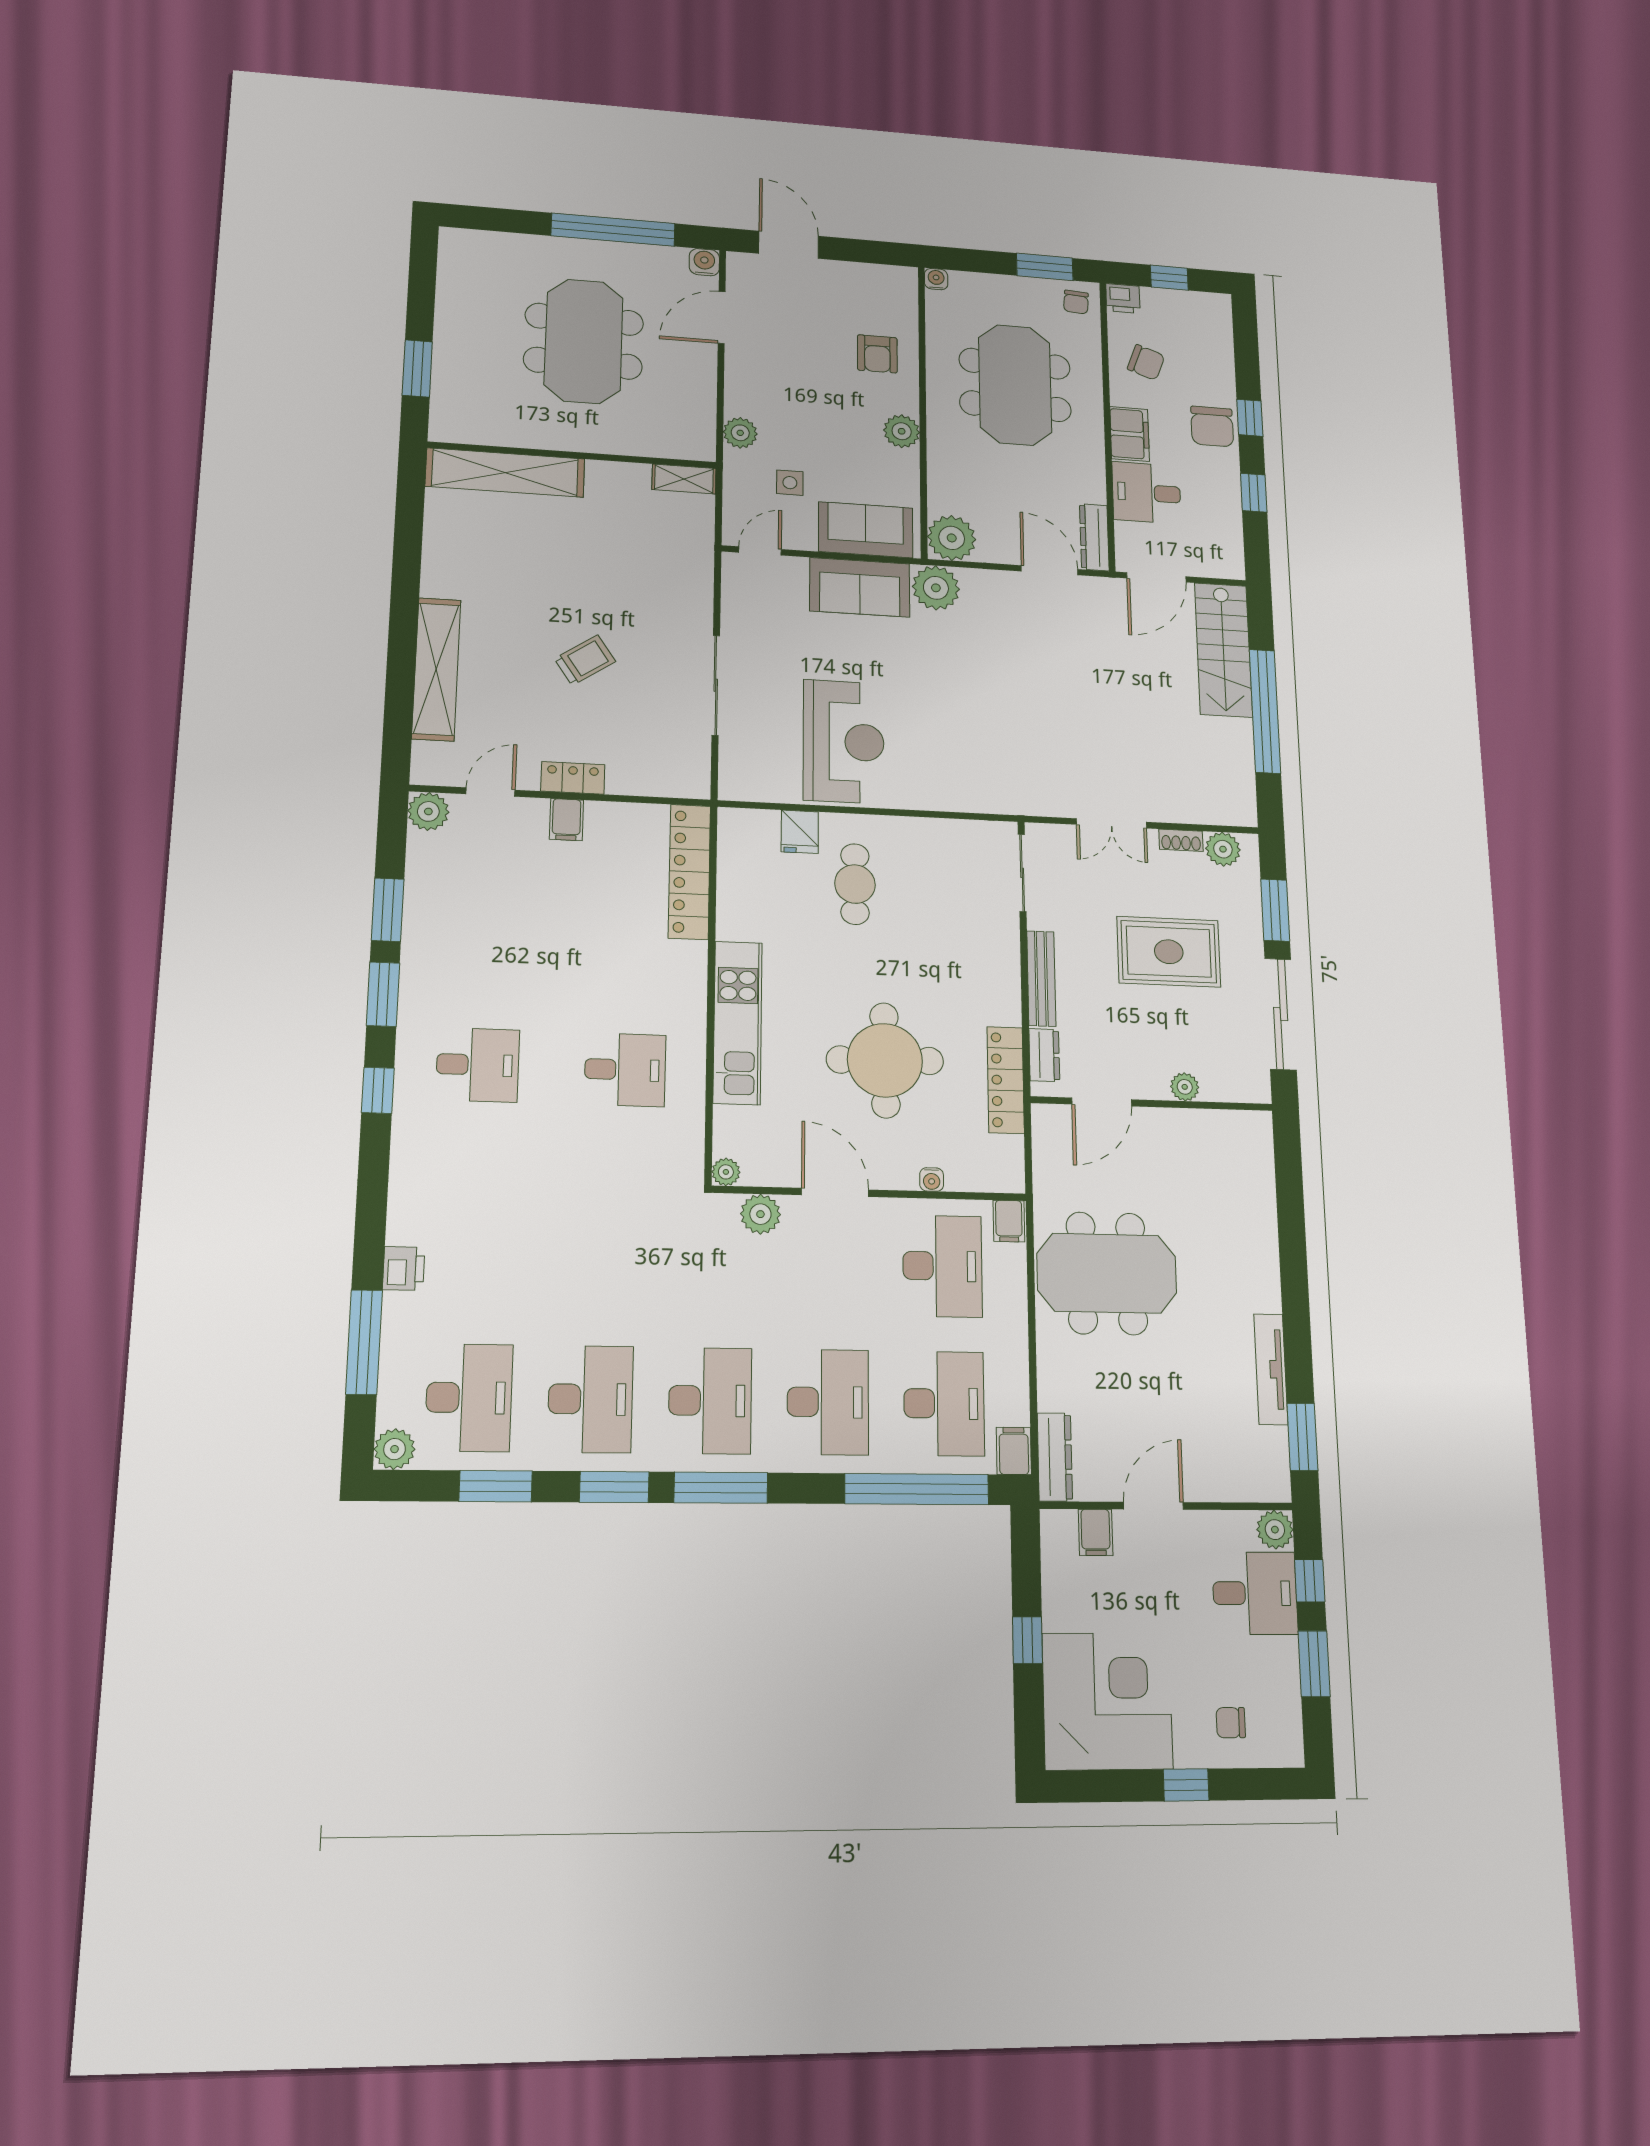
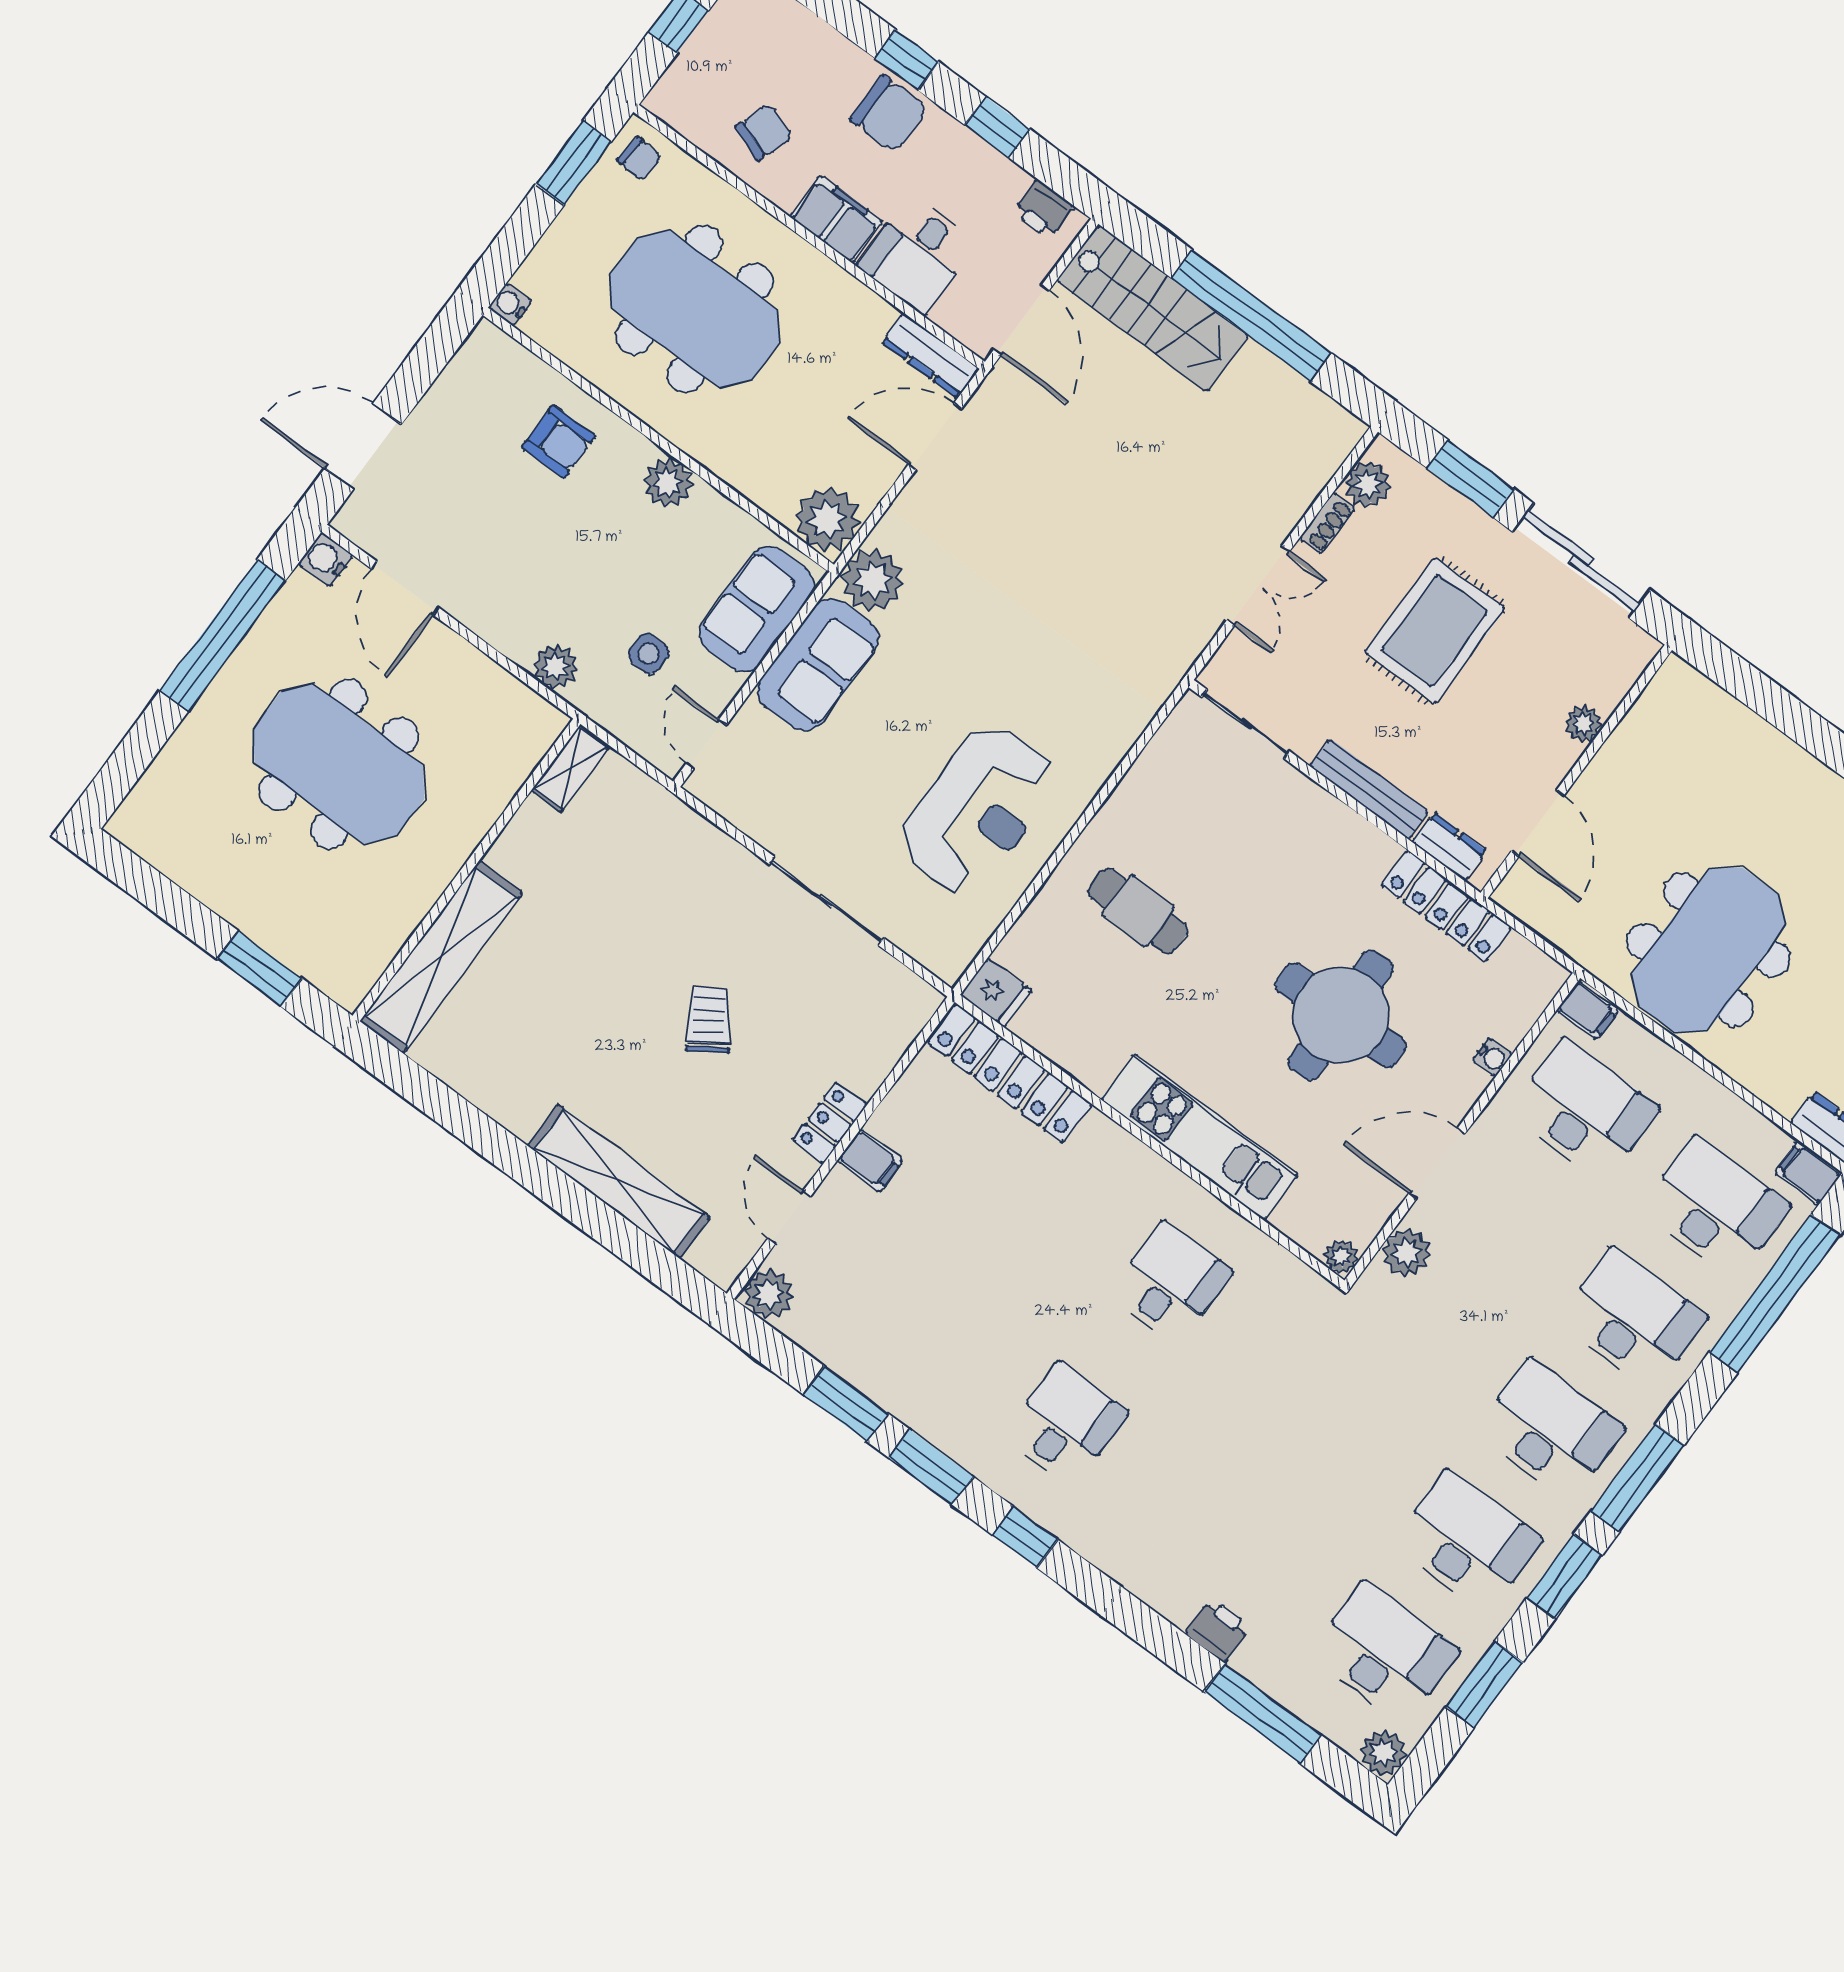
printer: (1123, 298) -> (1043, 209), moved, turned 90
reception desk: (844, 742) -> (978, 810), turned 90
fridge: (800, 832) -> (996, 993), moved

